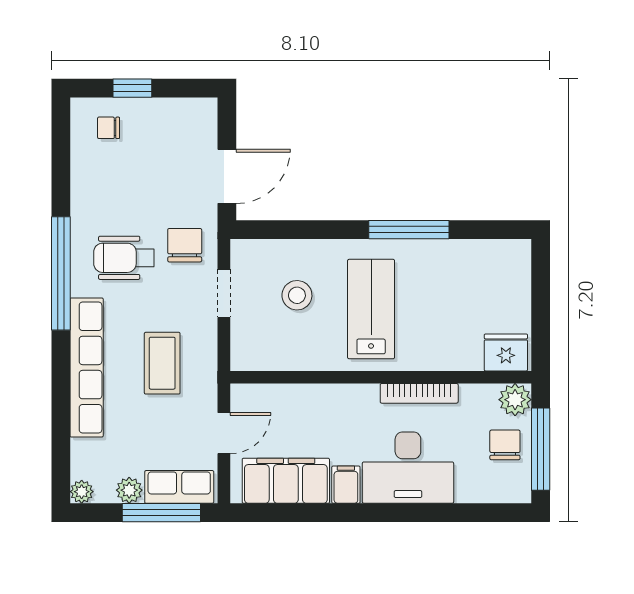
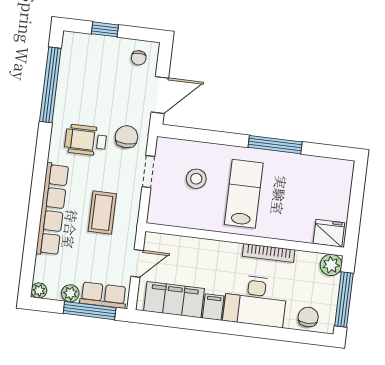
chair: (109, 128) -> (139, 58), moved, turned -90
window: (61, 273) -> (50, 85), moved
chair: (505, 445) -> (308, 317), moved

